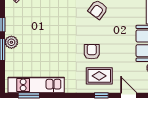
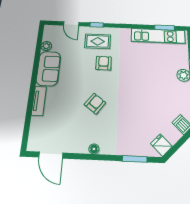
armchair: (92, 52) -> (104, 63), turned 180

